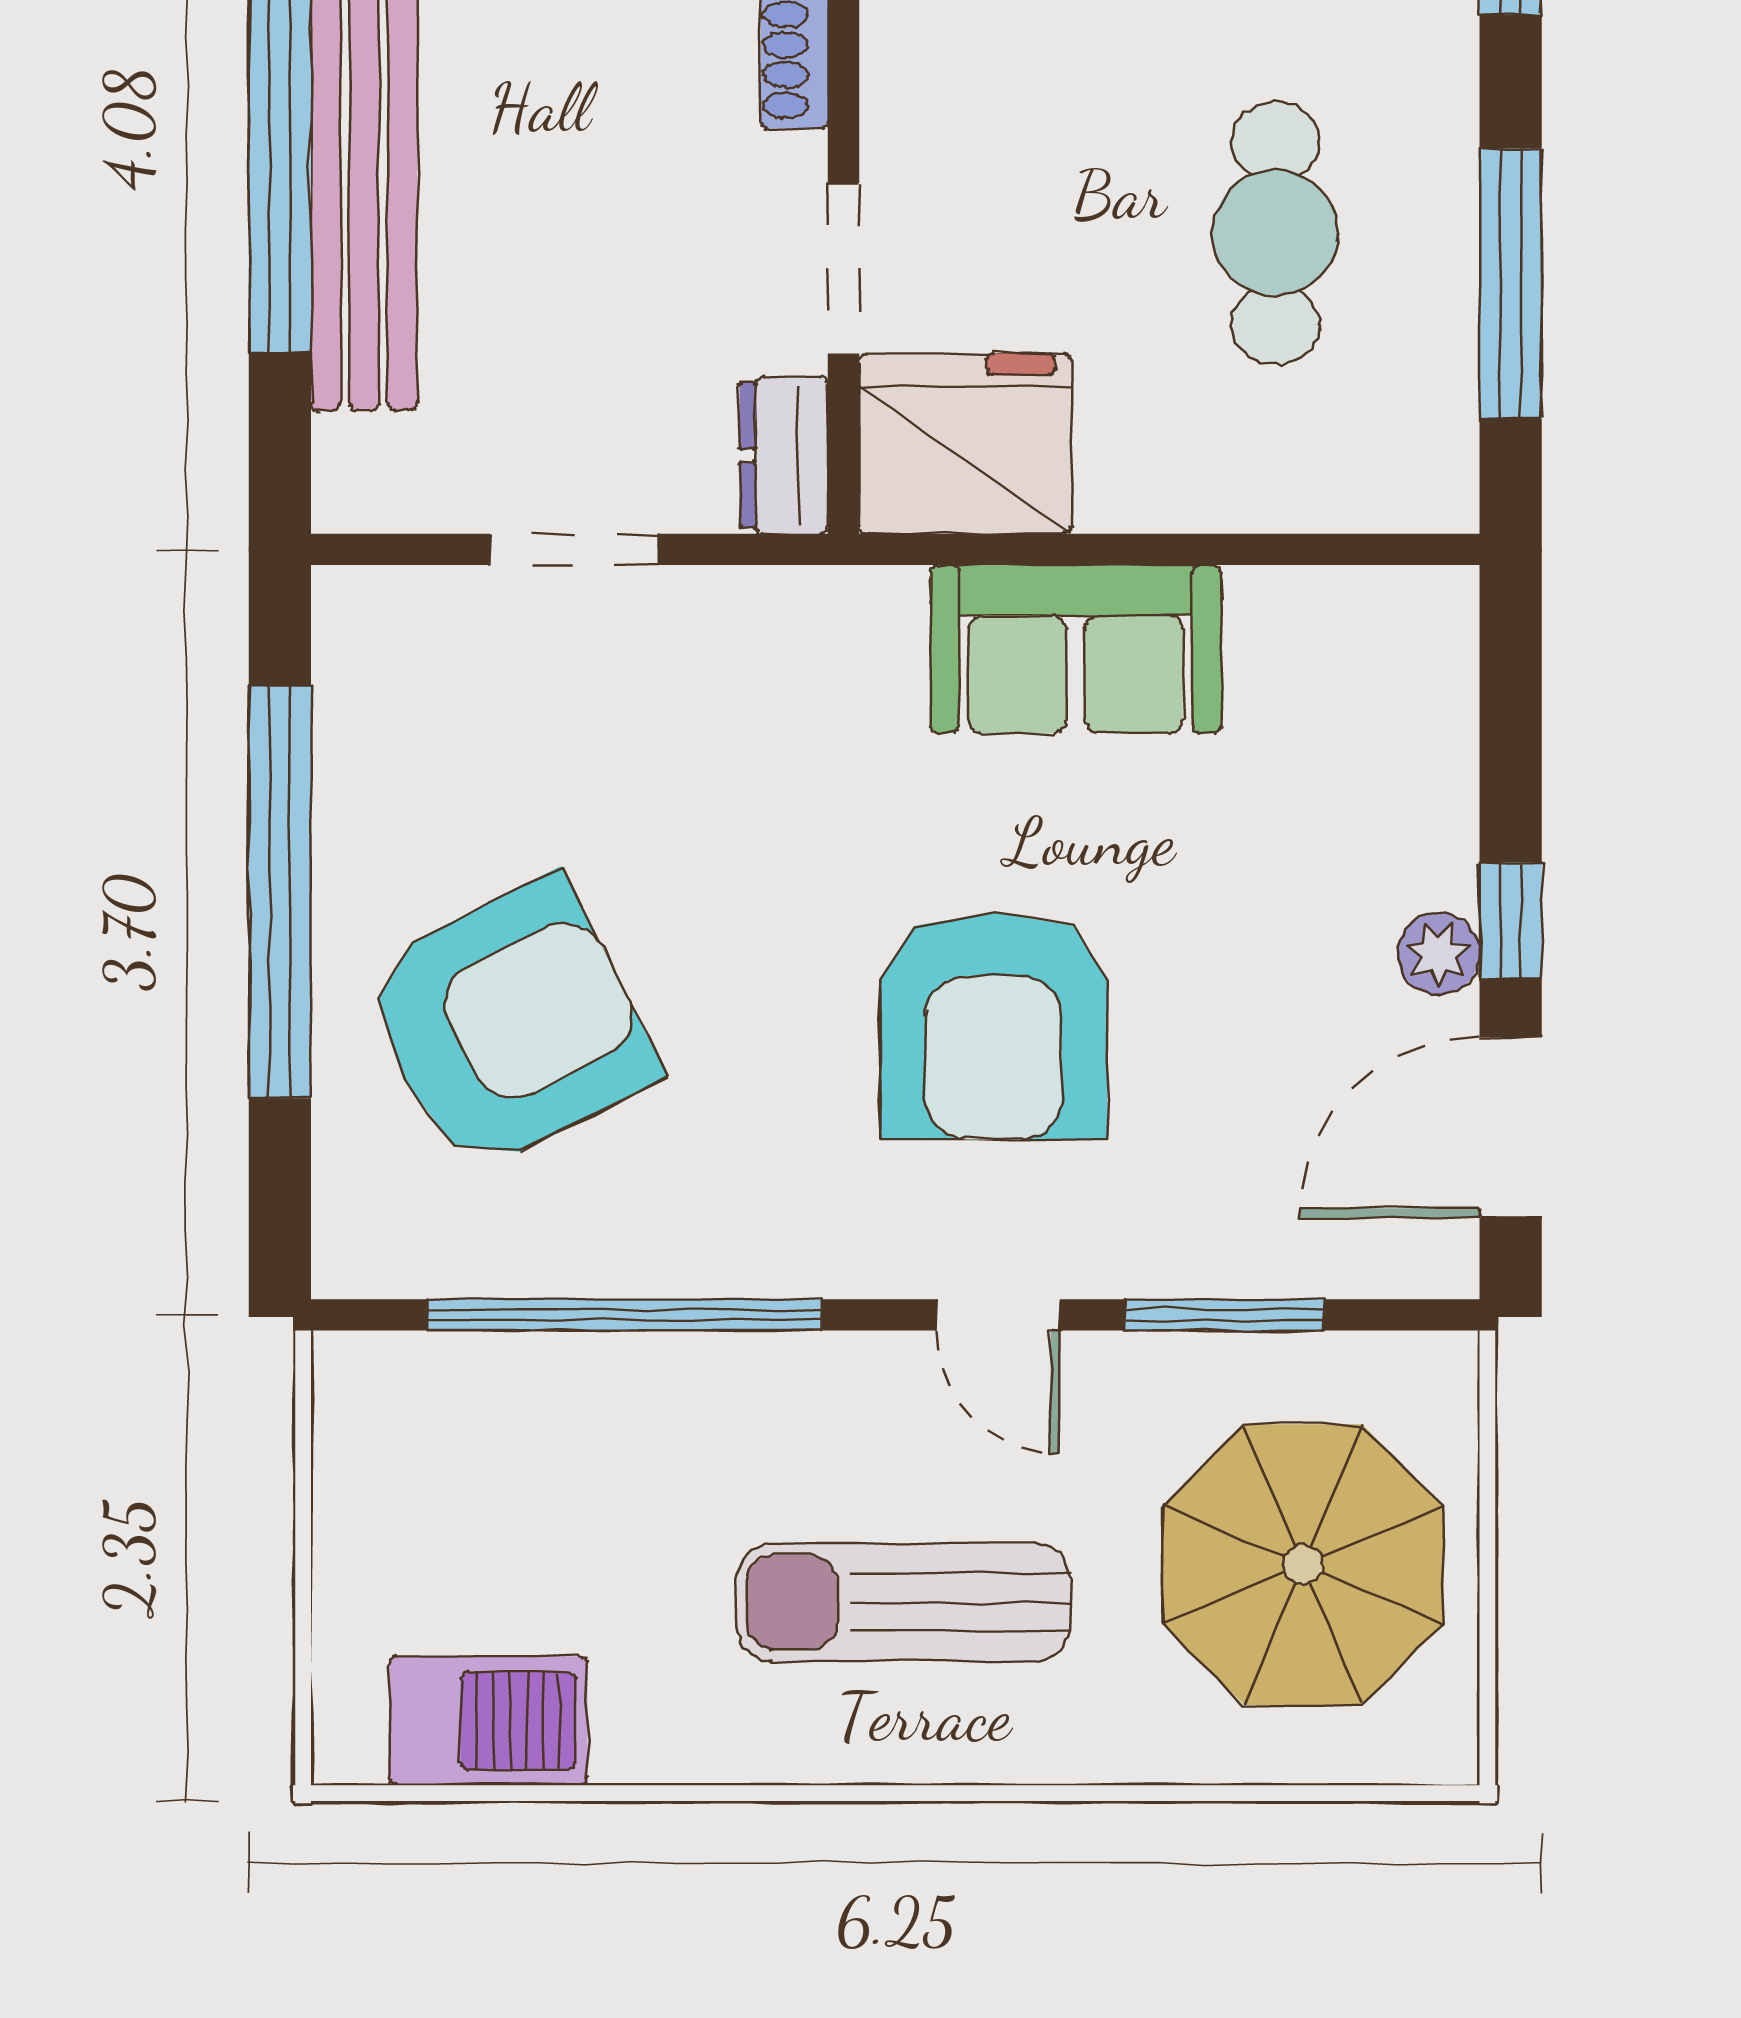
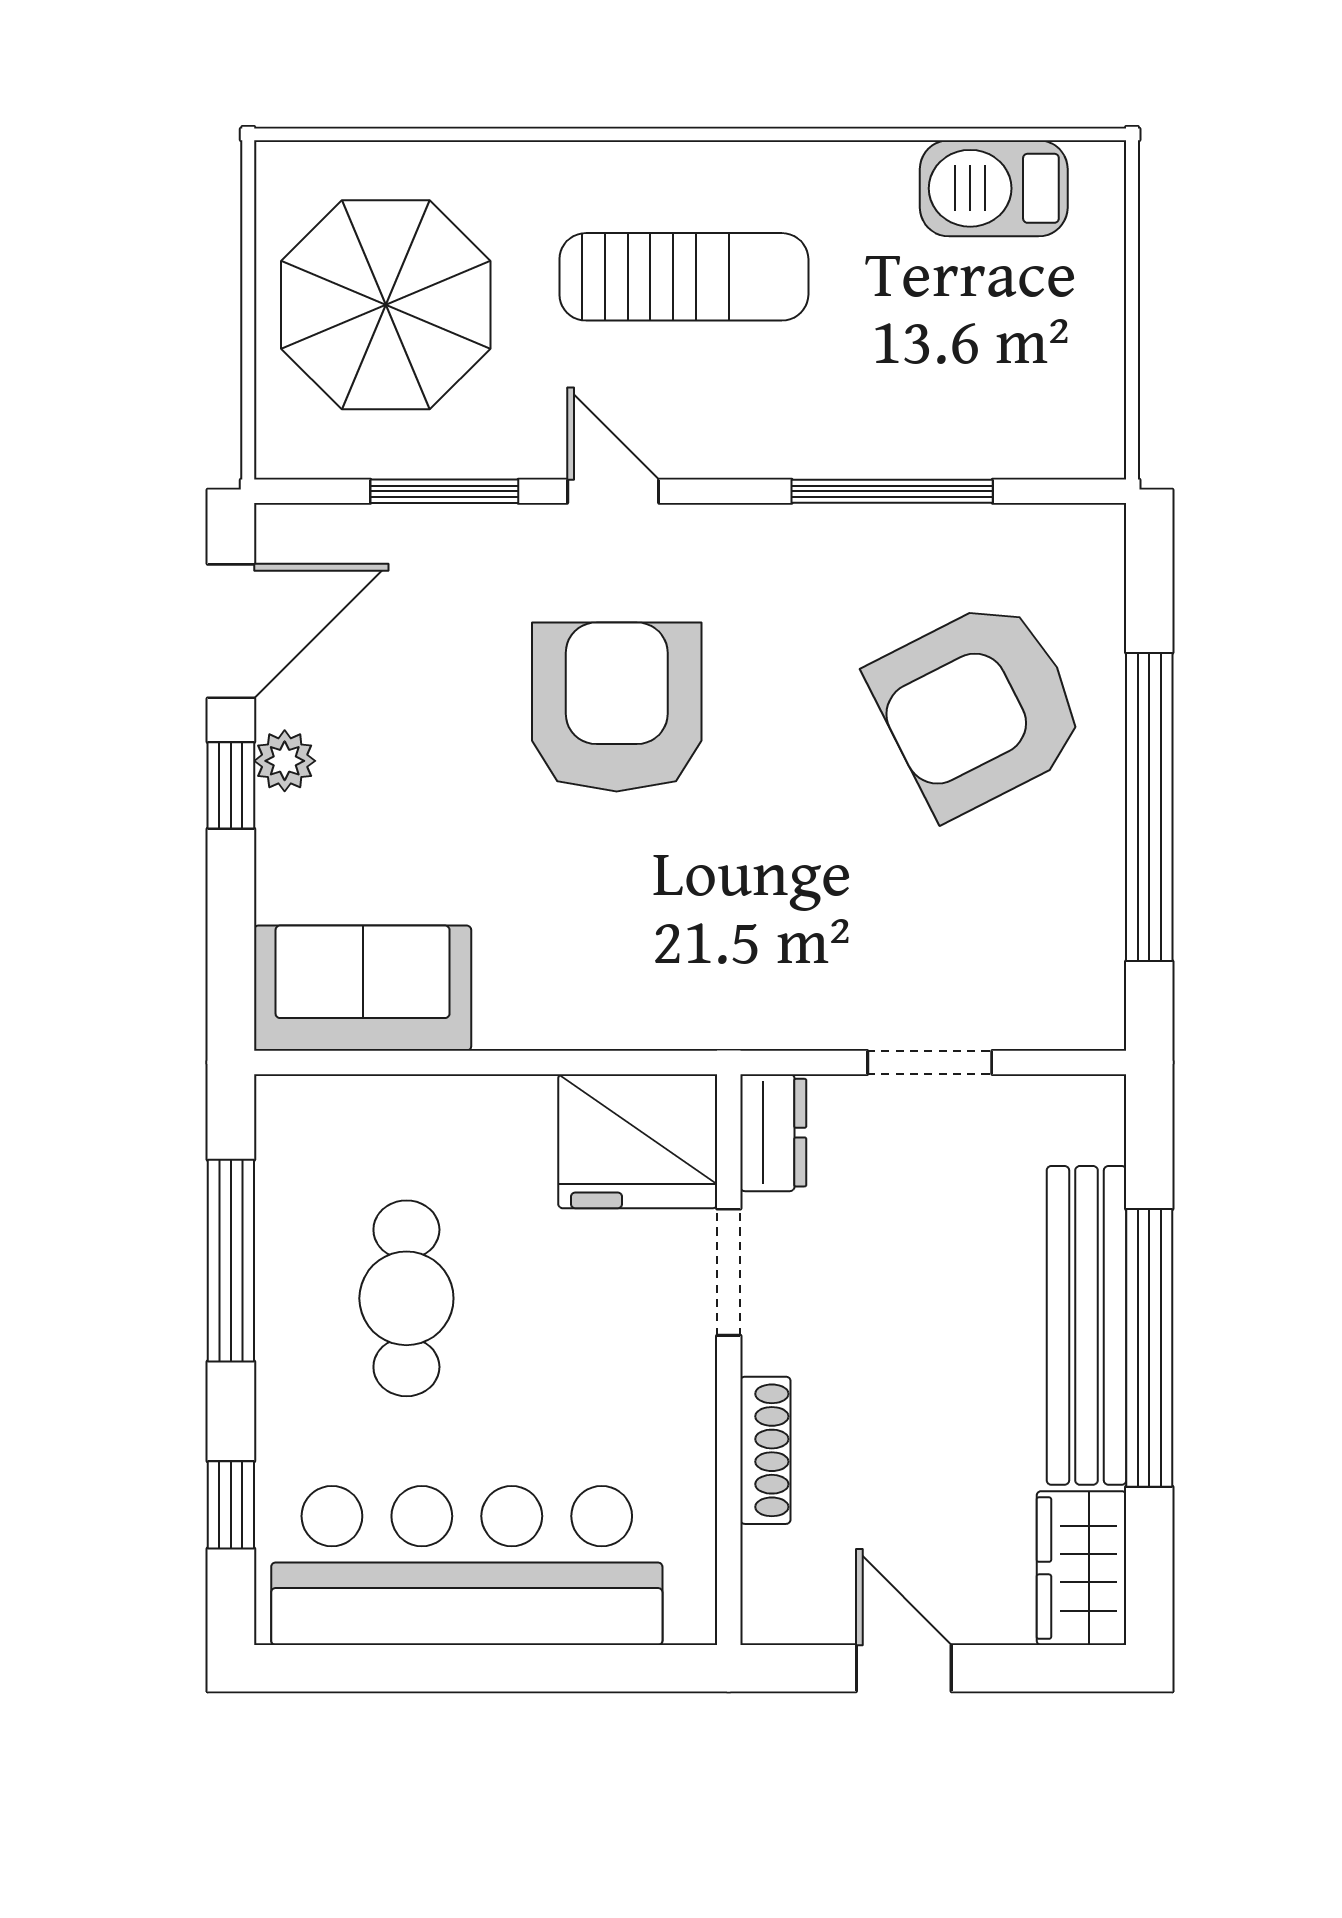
sofa: (1076, 649) -> (363, 988), moved
window: (624, 1315) -> (892, 491), width x0.68

